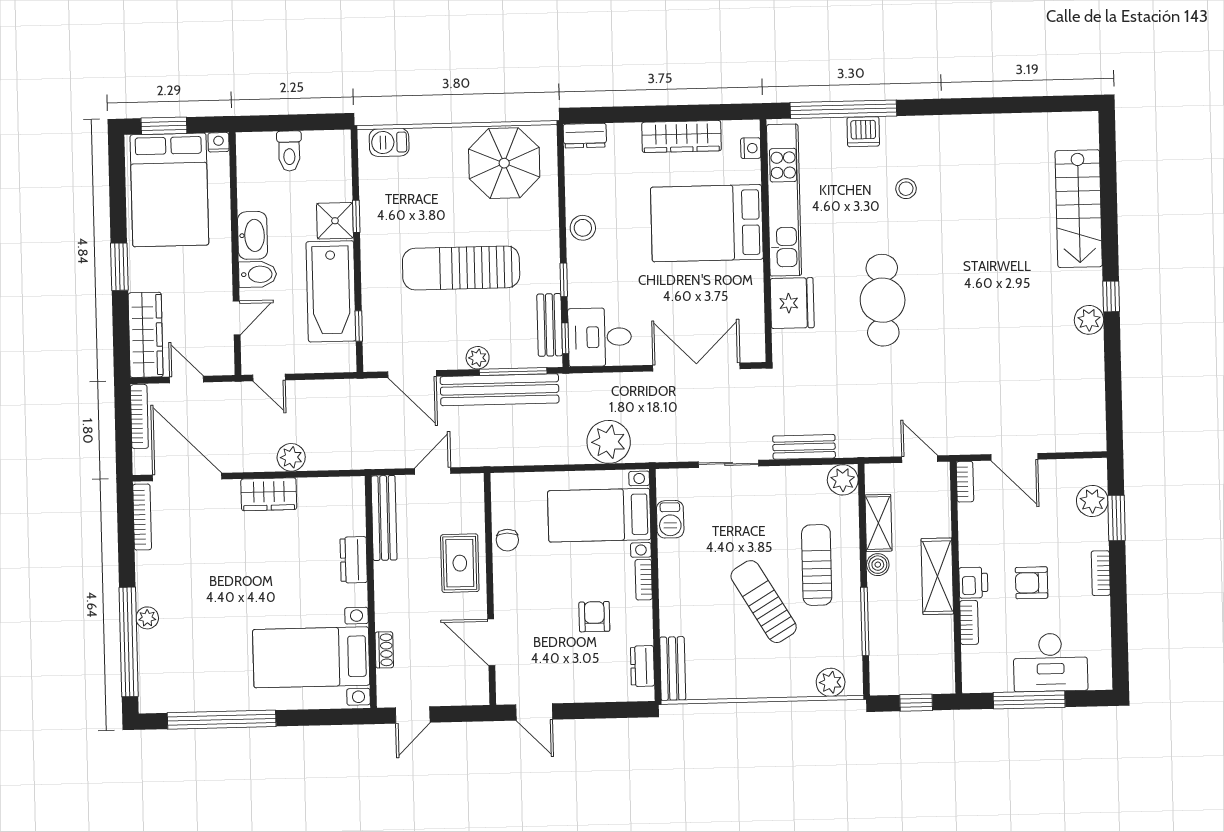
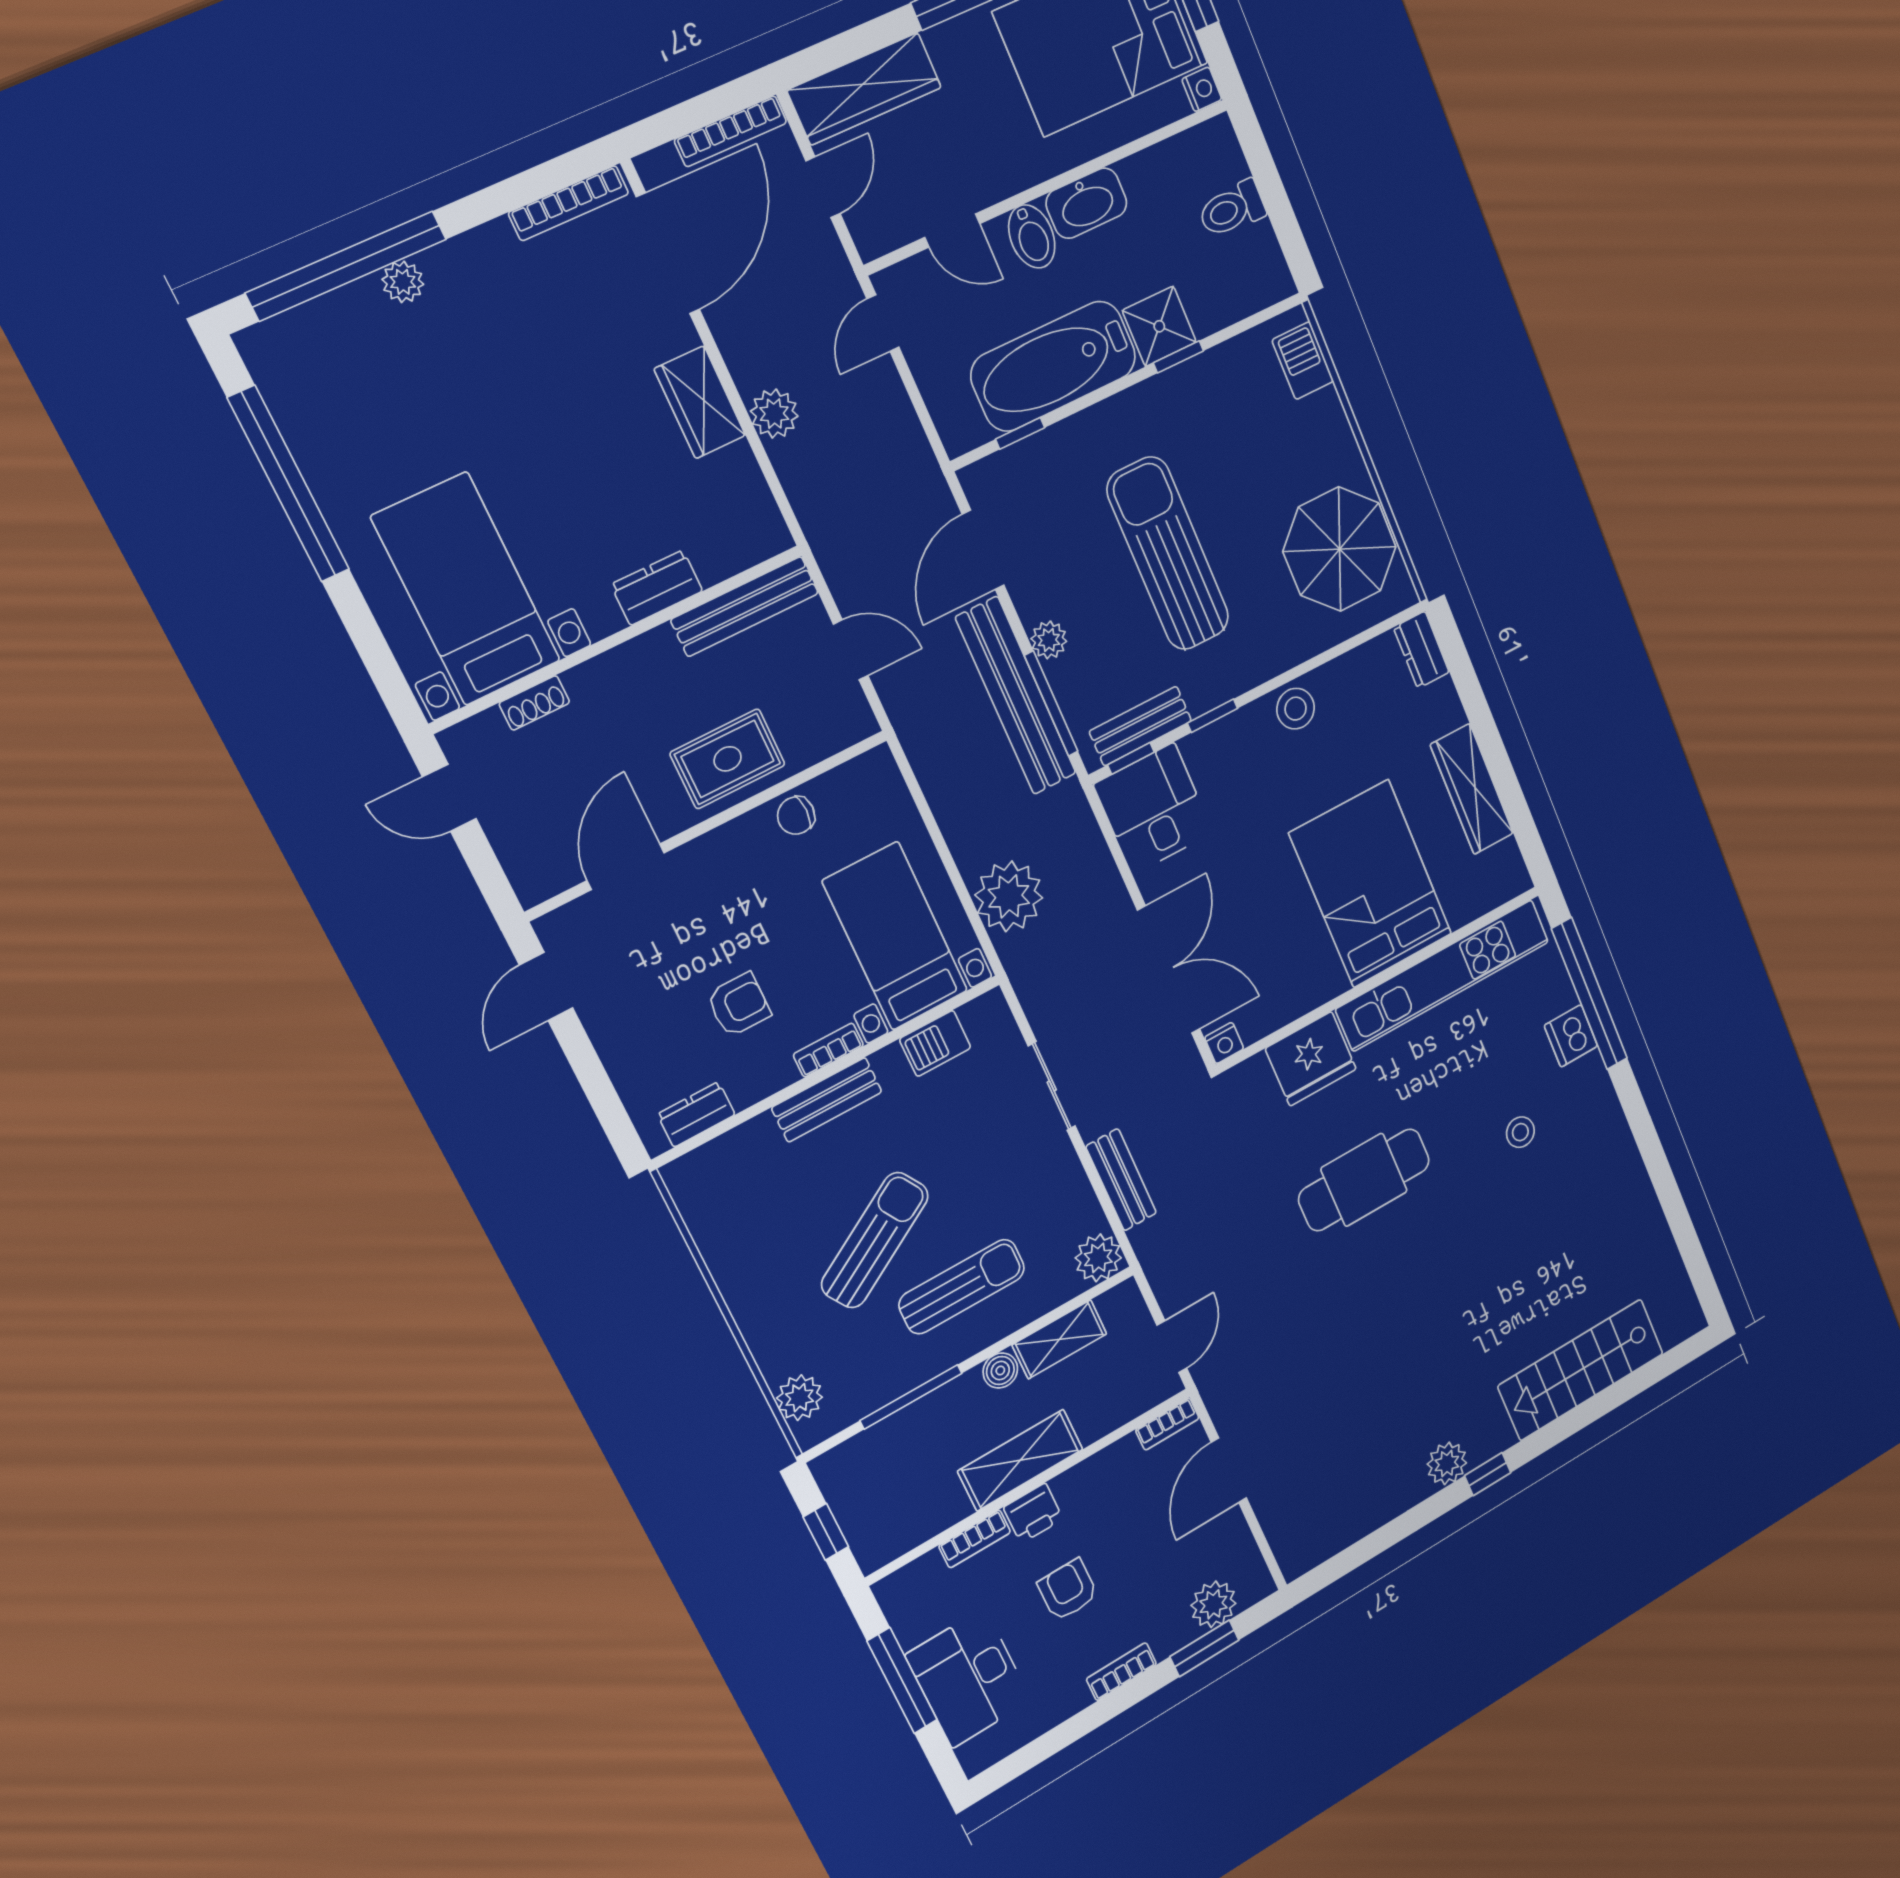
nightstand: (751, 148) -> (1224, 1043), moved
bench: (673, 669) -> (827, 1100), moved

